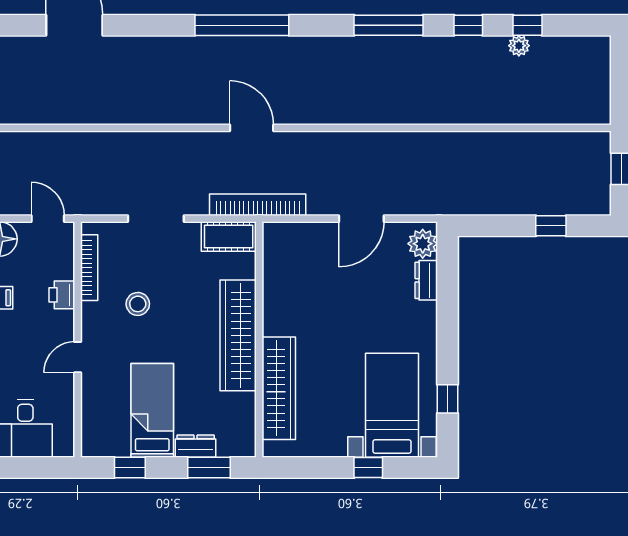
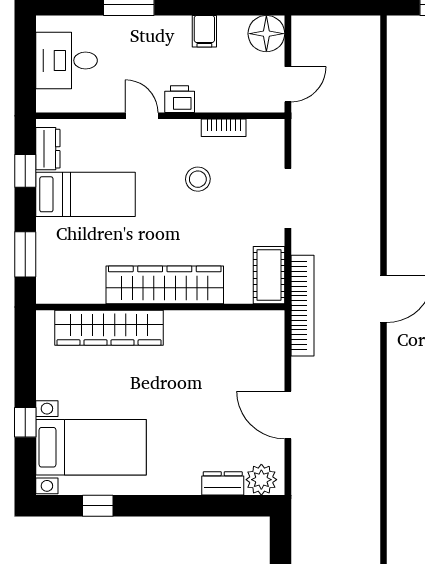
bookcase: (89, 268) -> (224, 128), width x0.64
printer: (62, 295) -> (180, 99), moved
dresser: (196, 446) -> (48, 149), moved

